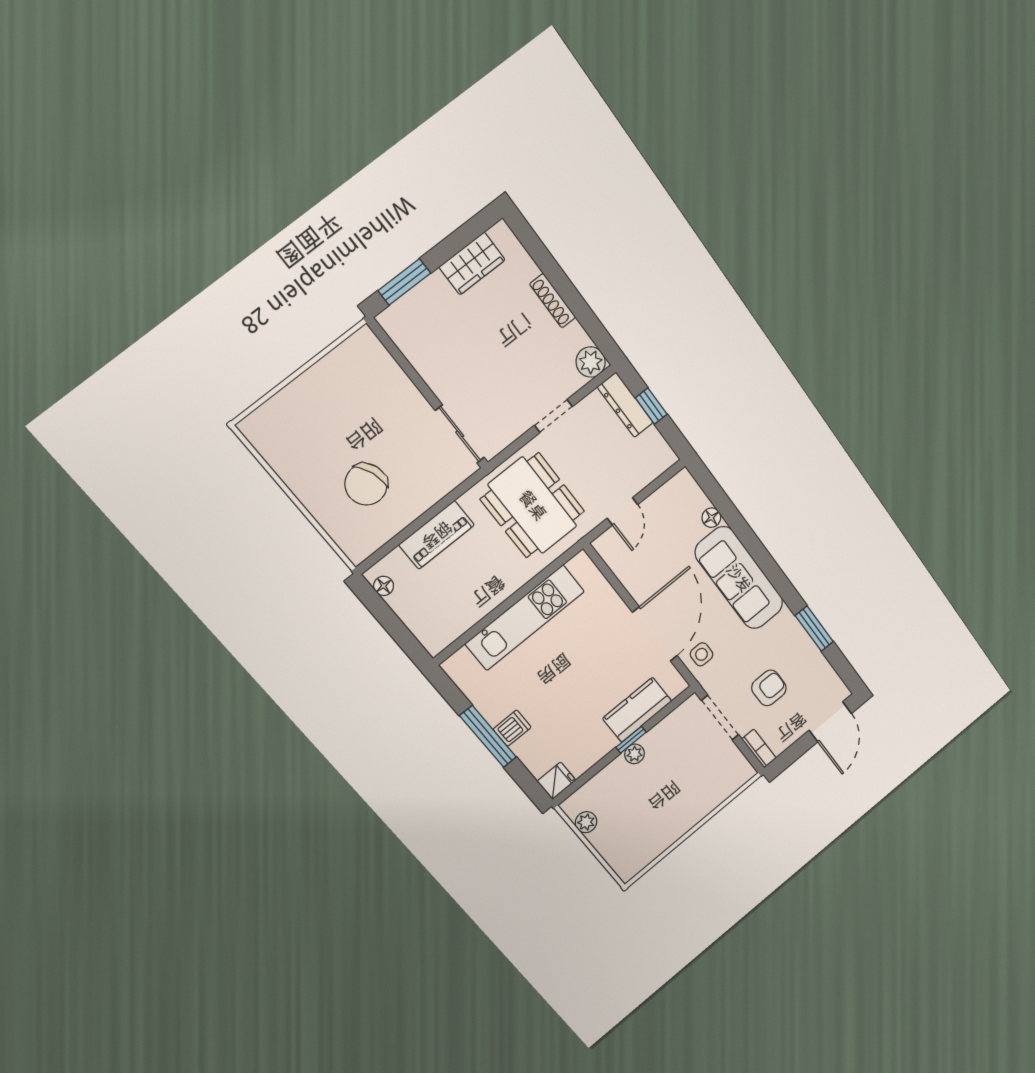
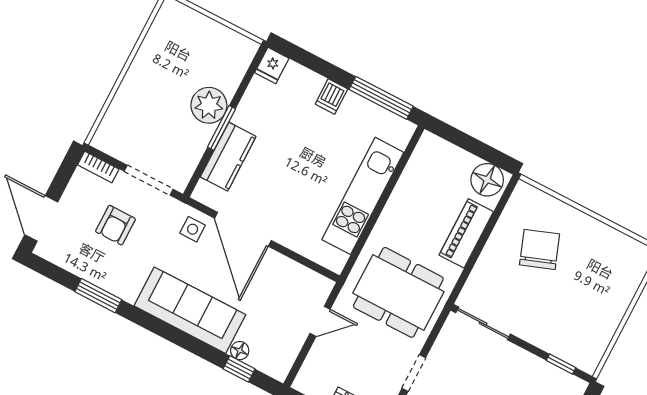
window: (395, 353) -> (561, 364), added
window: (720, 500) -> (239, 369), added
door: (622, 511) -> (320, 321), swing flipped
floor lamp: (384, 586) -> (487, 180), width x1.89, depth x1.89
window: (488, 736) -> (381, 98), moved
window: (631, 740) -> (222, 128), width x1.50
plant: (634, 754) -> (209, 105), width x1.88, depth x1.88
plant: (586, 822) -> (228, 38), removed

